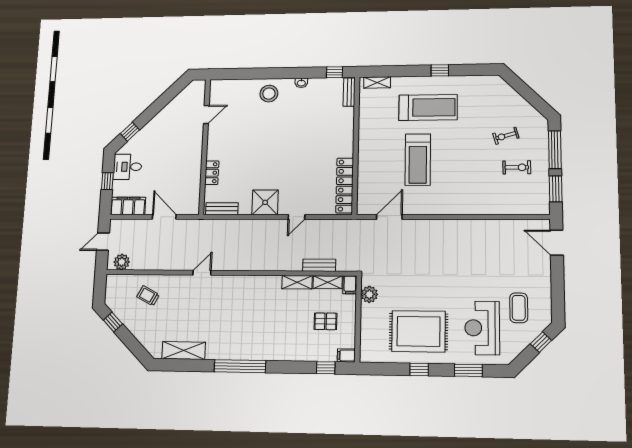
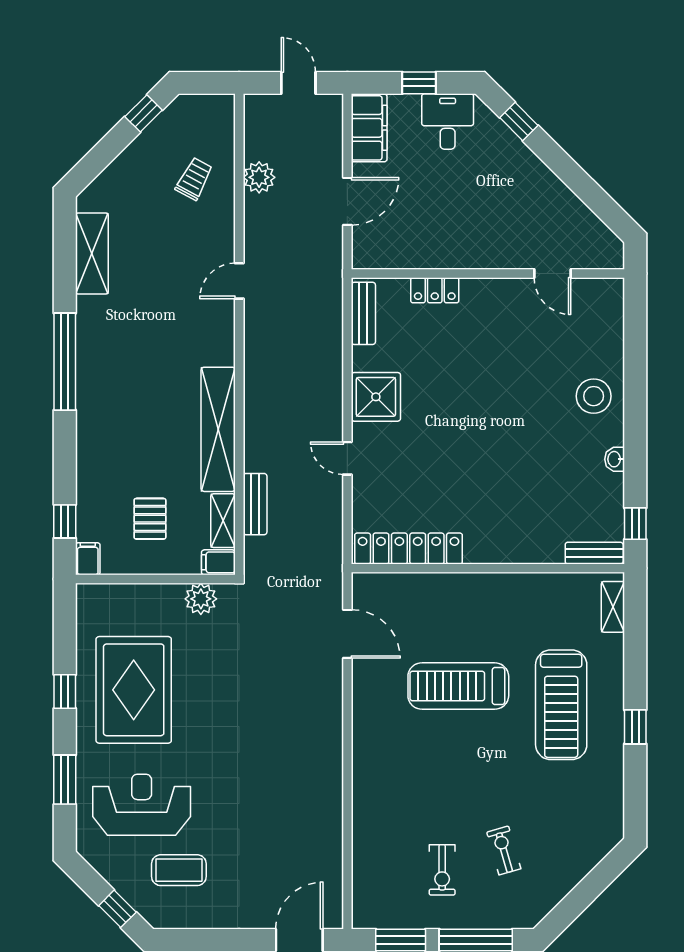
plant: (122, 262) -> (259, 177), moved
door: (202, 273) -> (239, 281), swing flipped
shelving: (297, 282) -> (218, 429), width x2.20, depth x1.33

